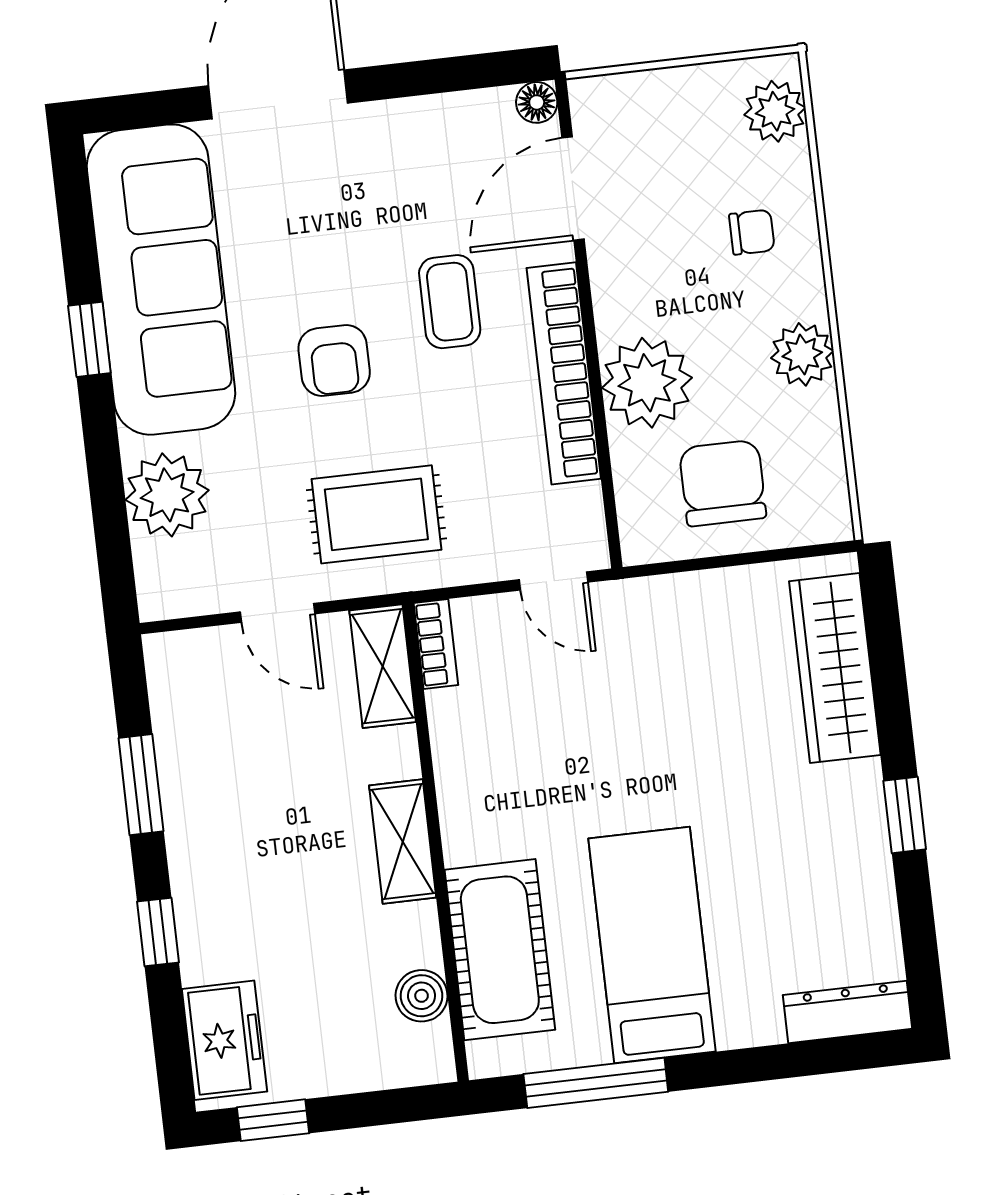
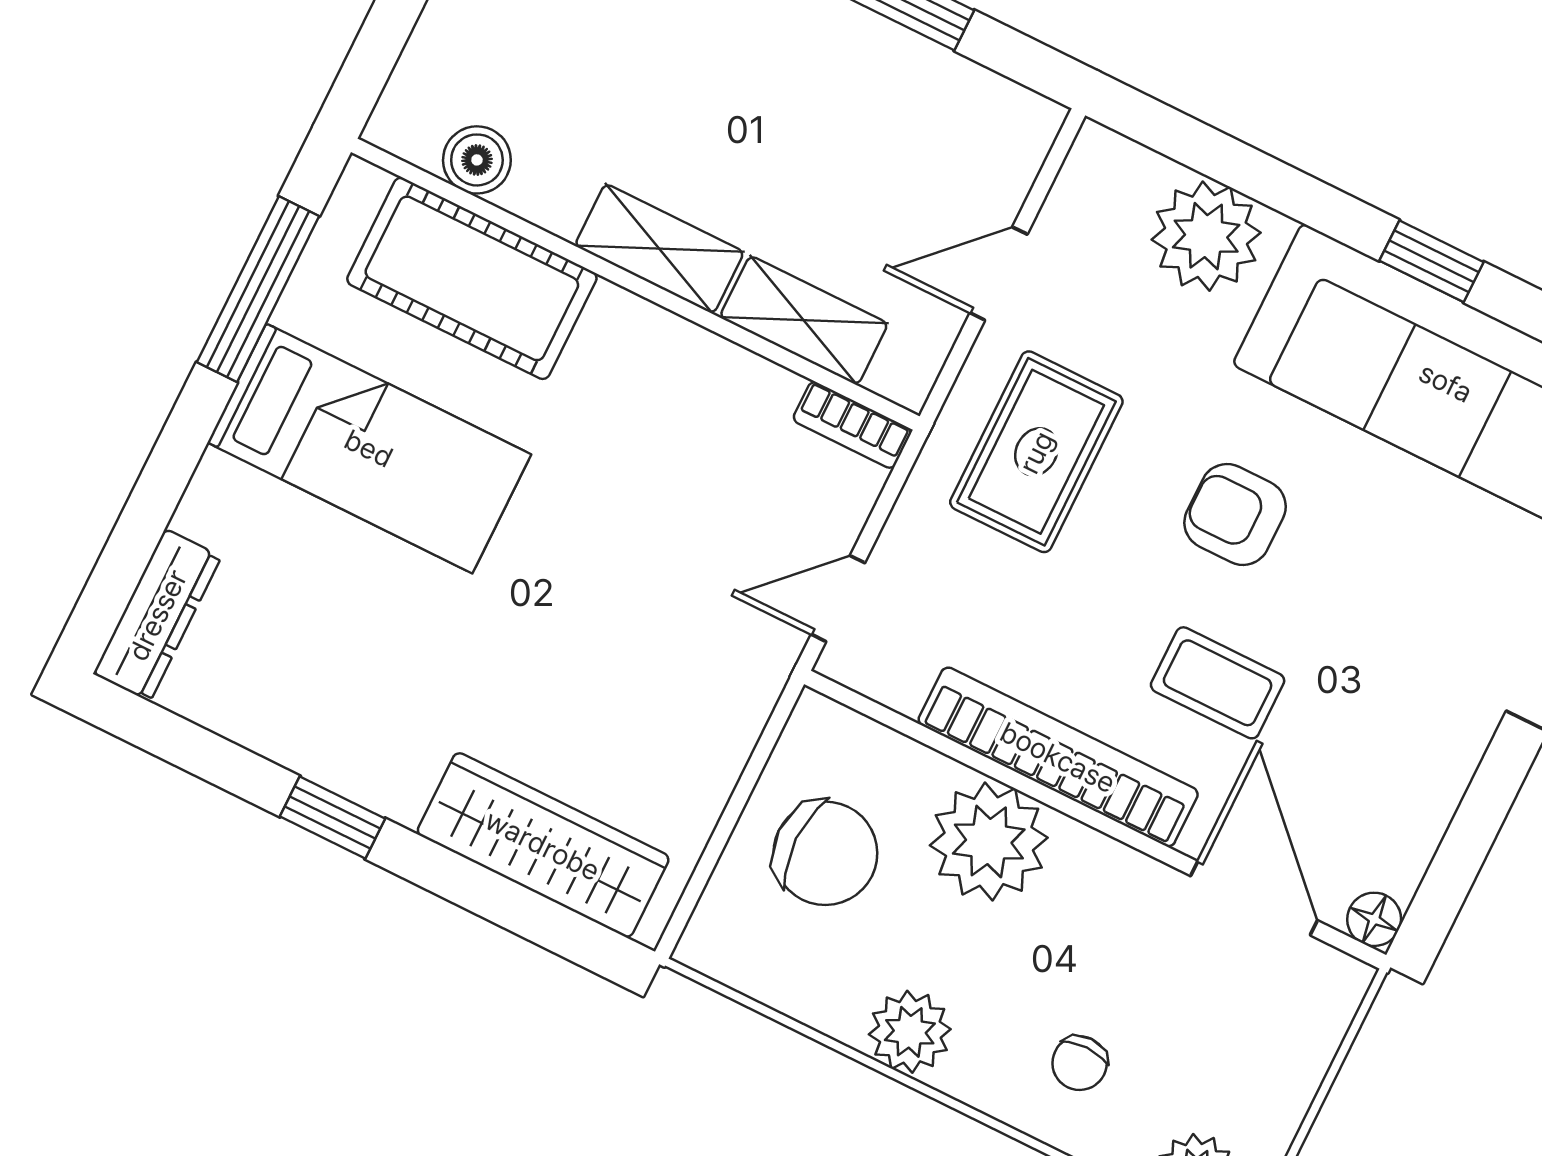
shelving: (383, 666) -> (804, 320), moved

